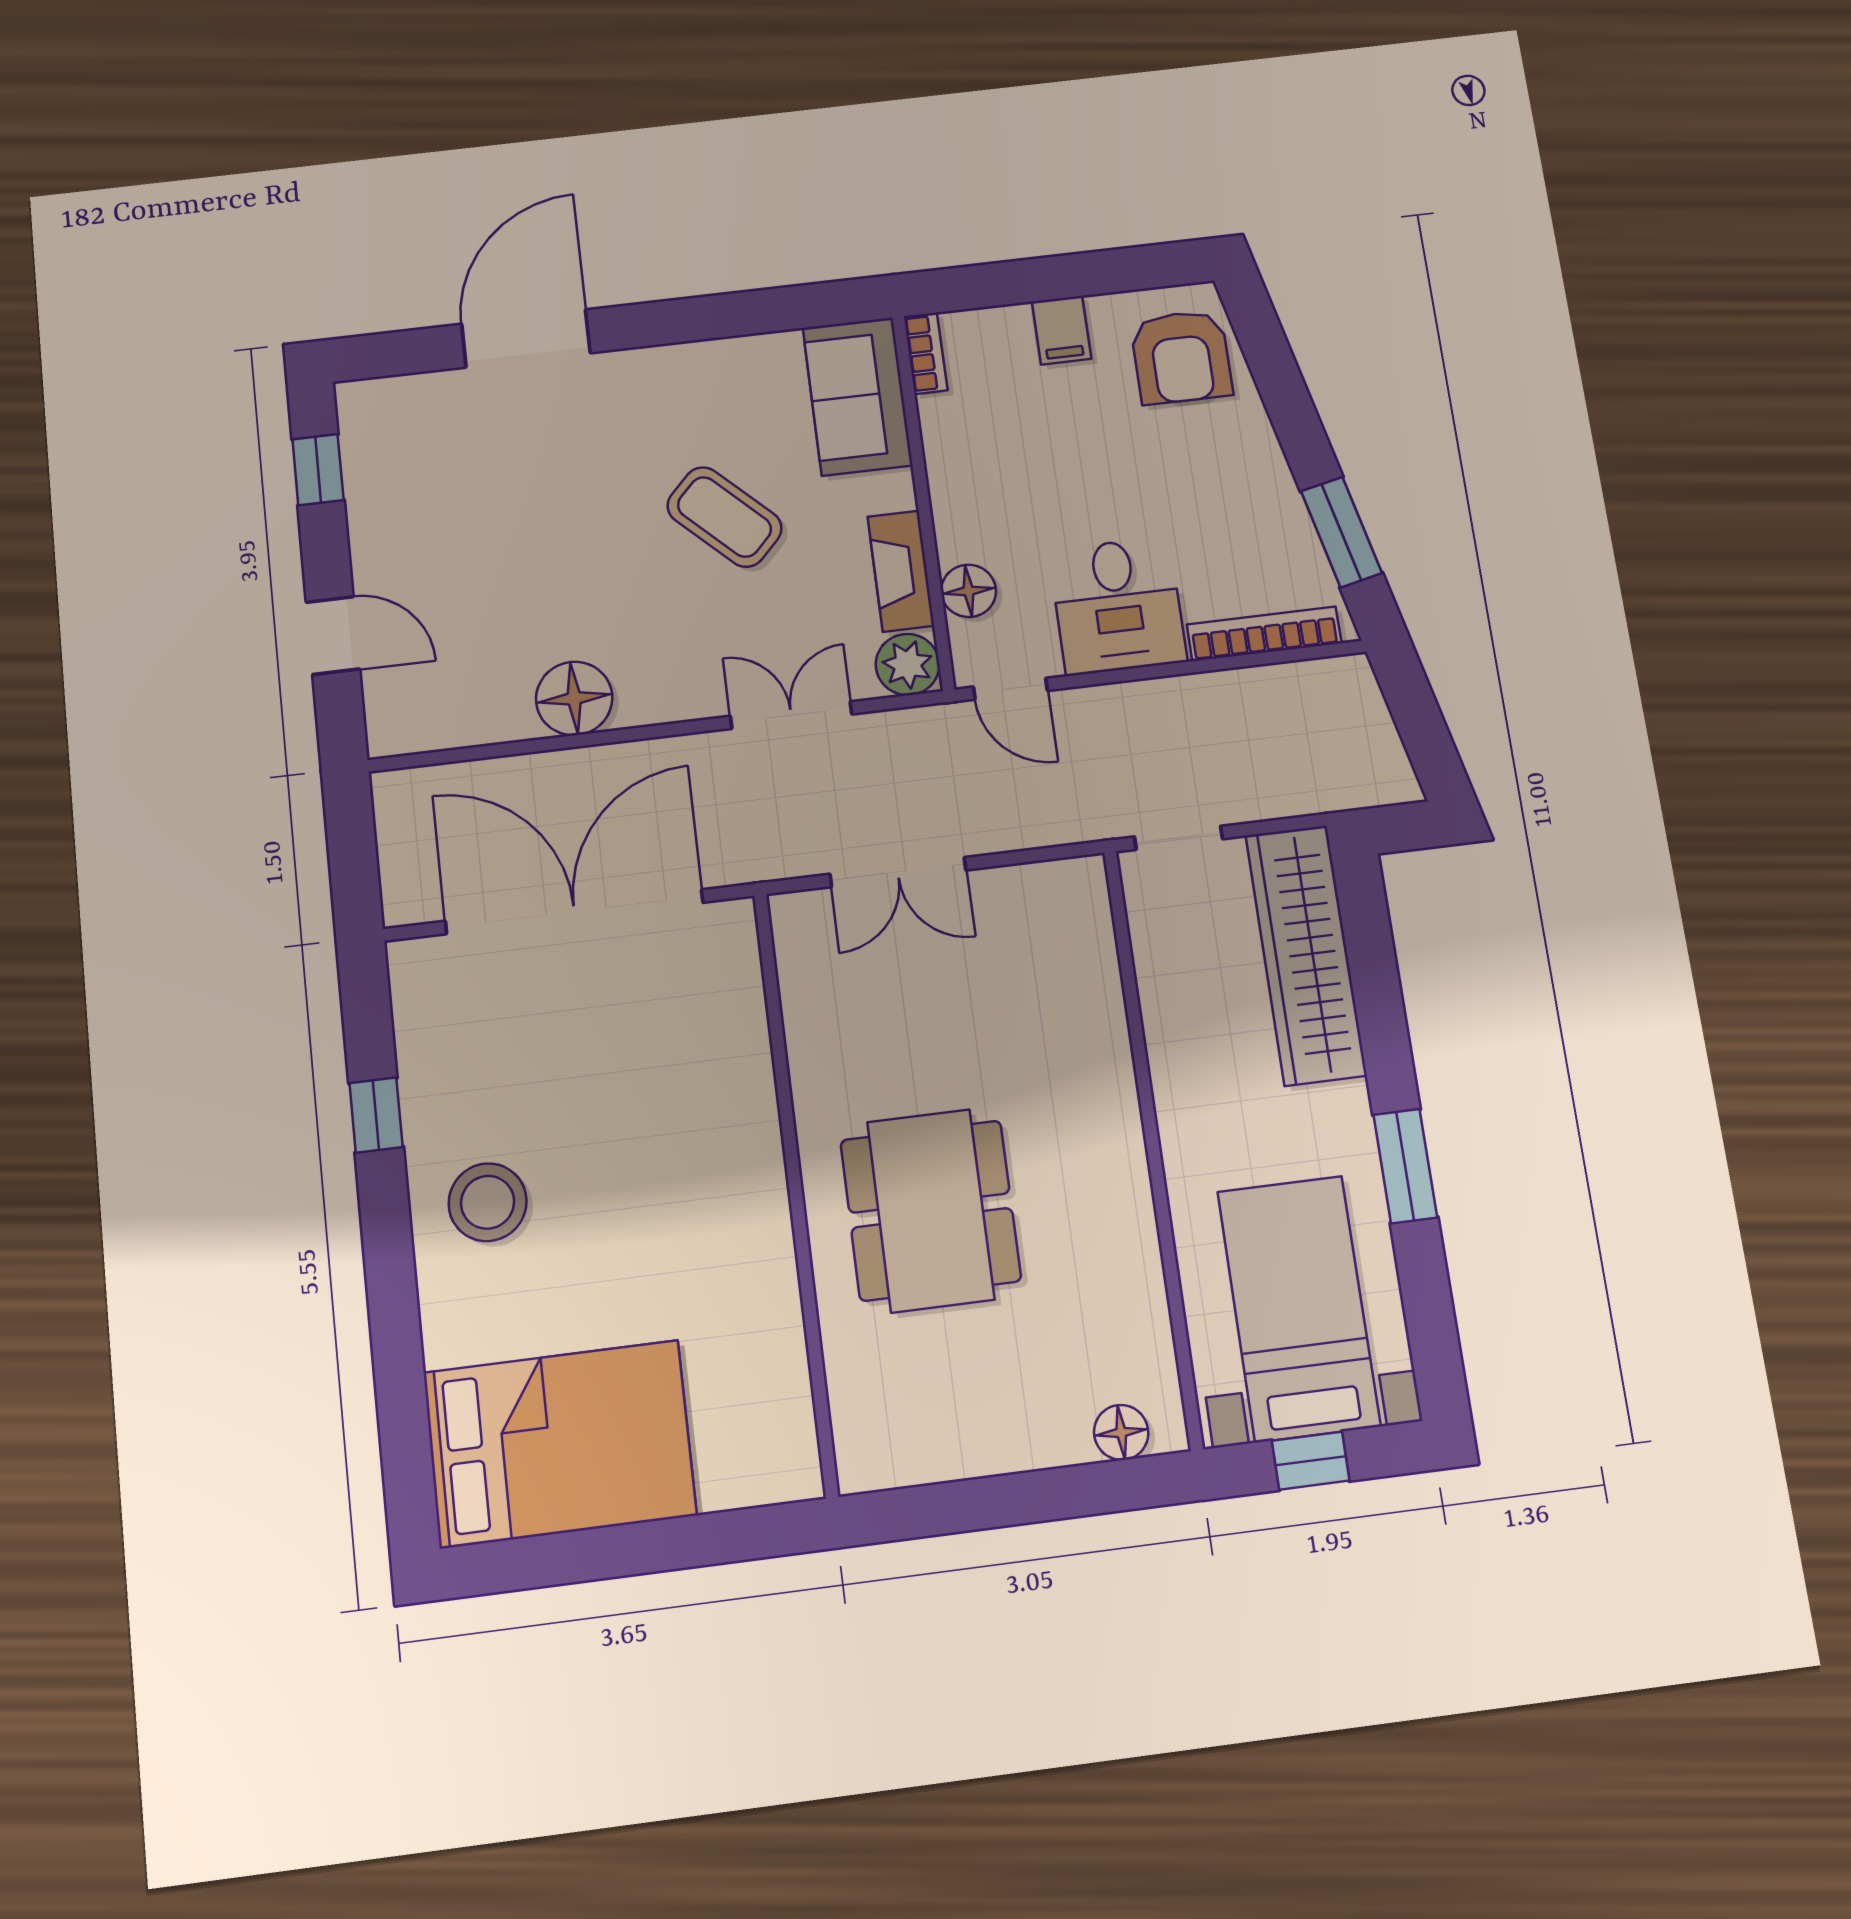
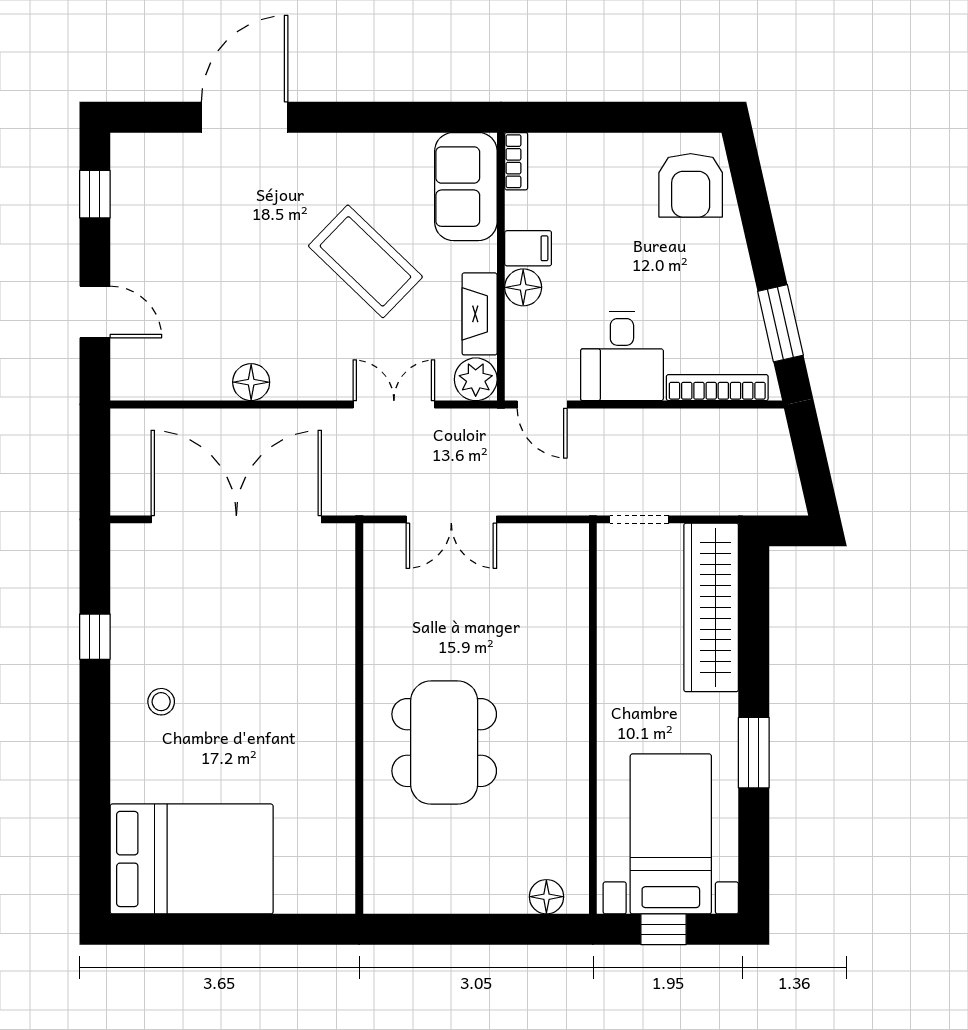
filing cabinet: (1062, 330) -> (528, 248), moved, turned -90
coffee table: (724, 517) -> (365, 261), width x1.36, depth x1.32
floor lamp: (969, 591) -> (523, 287), moved
floor lamp: (574, 698) -> (251, 382), width x0.73, depth x0.73
stool: (488, 1202) -> (161, 702), width x0.53, depth x0.53

